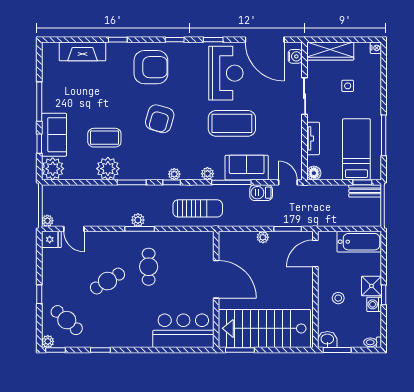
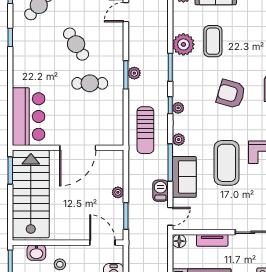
washbasin: (327, 340) -> (36, 253), moved, turned 90

